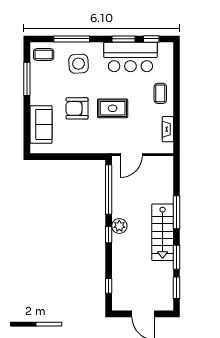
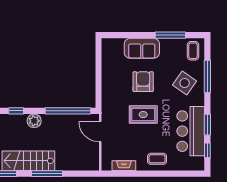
side table: (79, 64) -> (185, 83), turned 38
rug: (113, 108) -> (143, 115), turned 90
sofa: (41, 124) -> (142, 48), moved
window: (109, 235) -> (16, 111), moved

